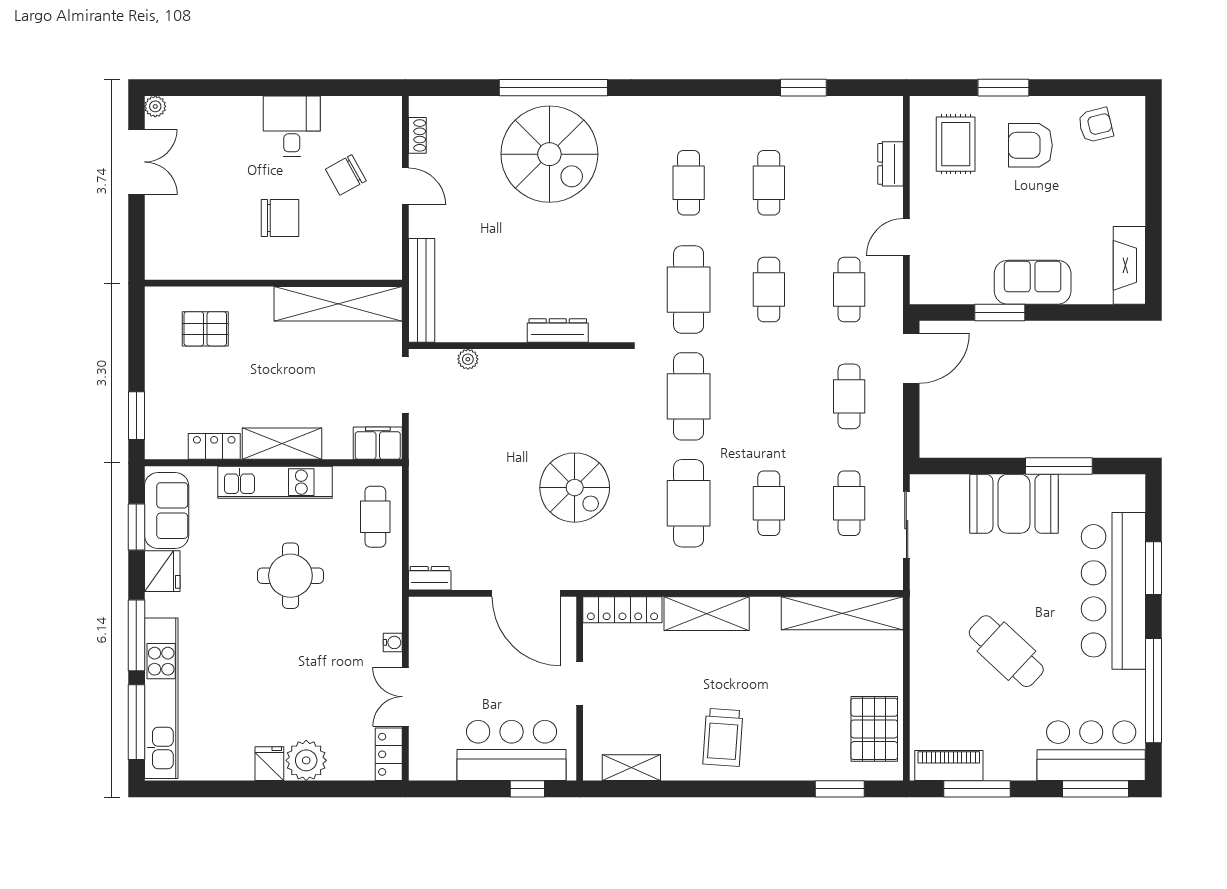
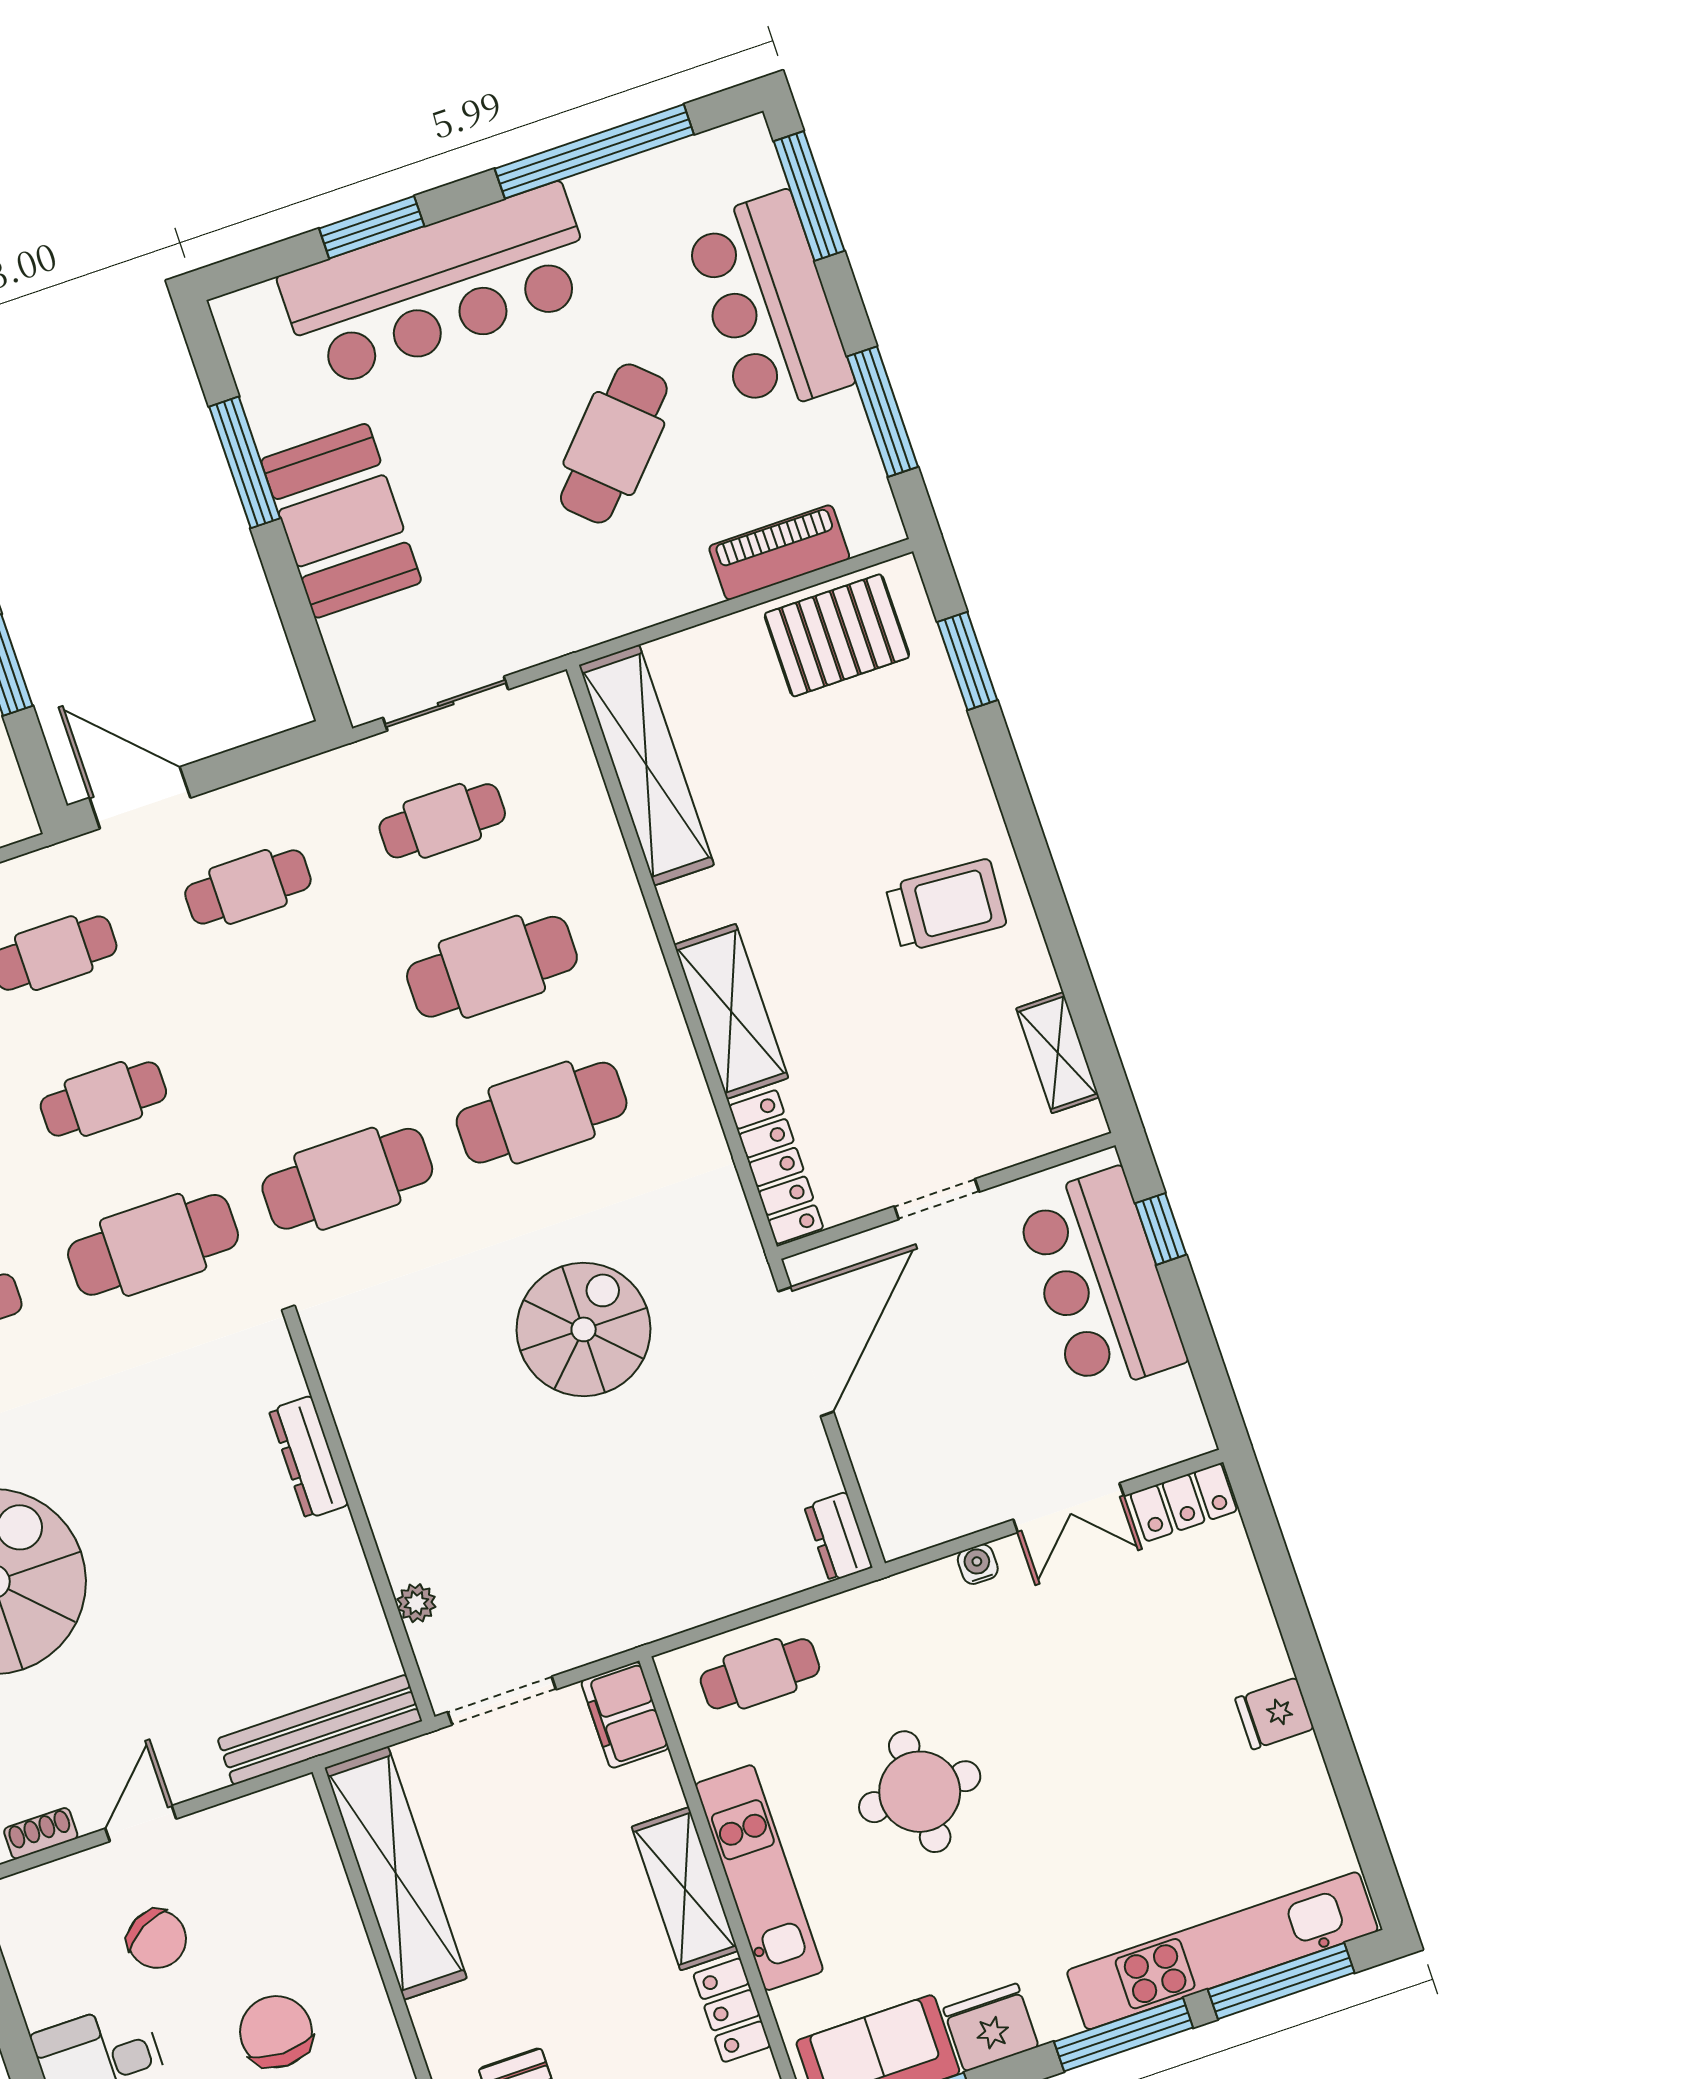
cafe table: (769, 503) -> (492, 967), width x1.37, depth x1.35
bar counter: (1091, 751) -> (768, 304), moved
plant: (306, 760) -> (1246, 1649), removed
piano: (949, 766) -> (779, 552), moved, turned 90

